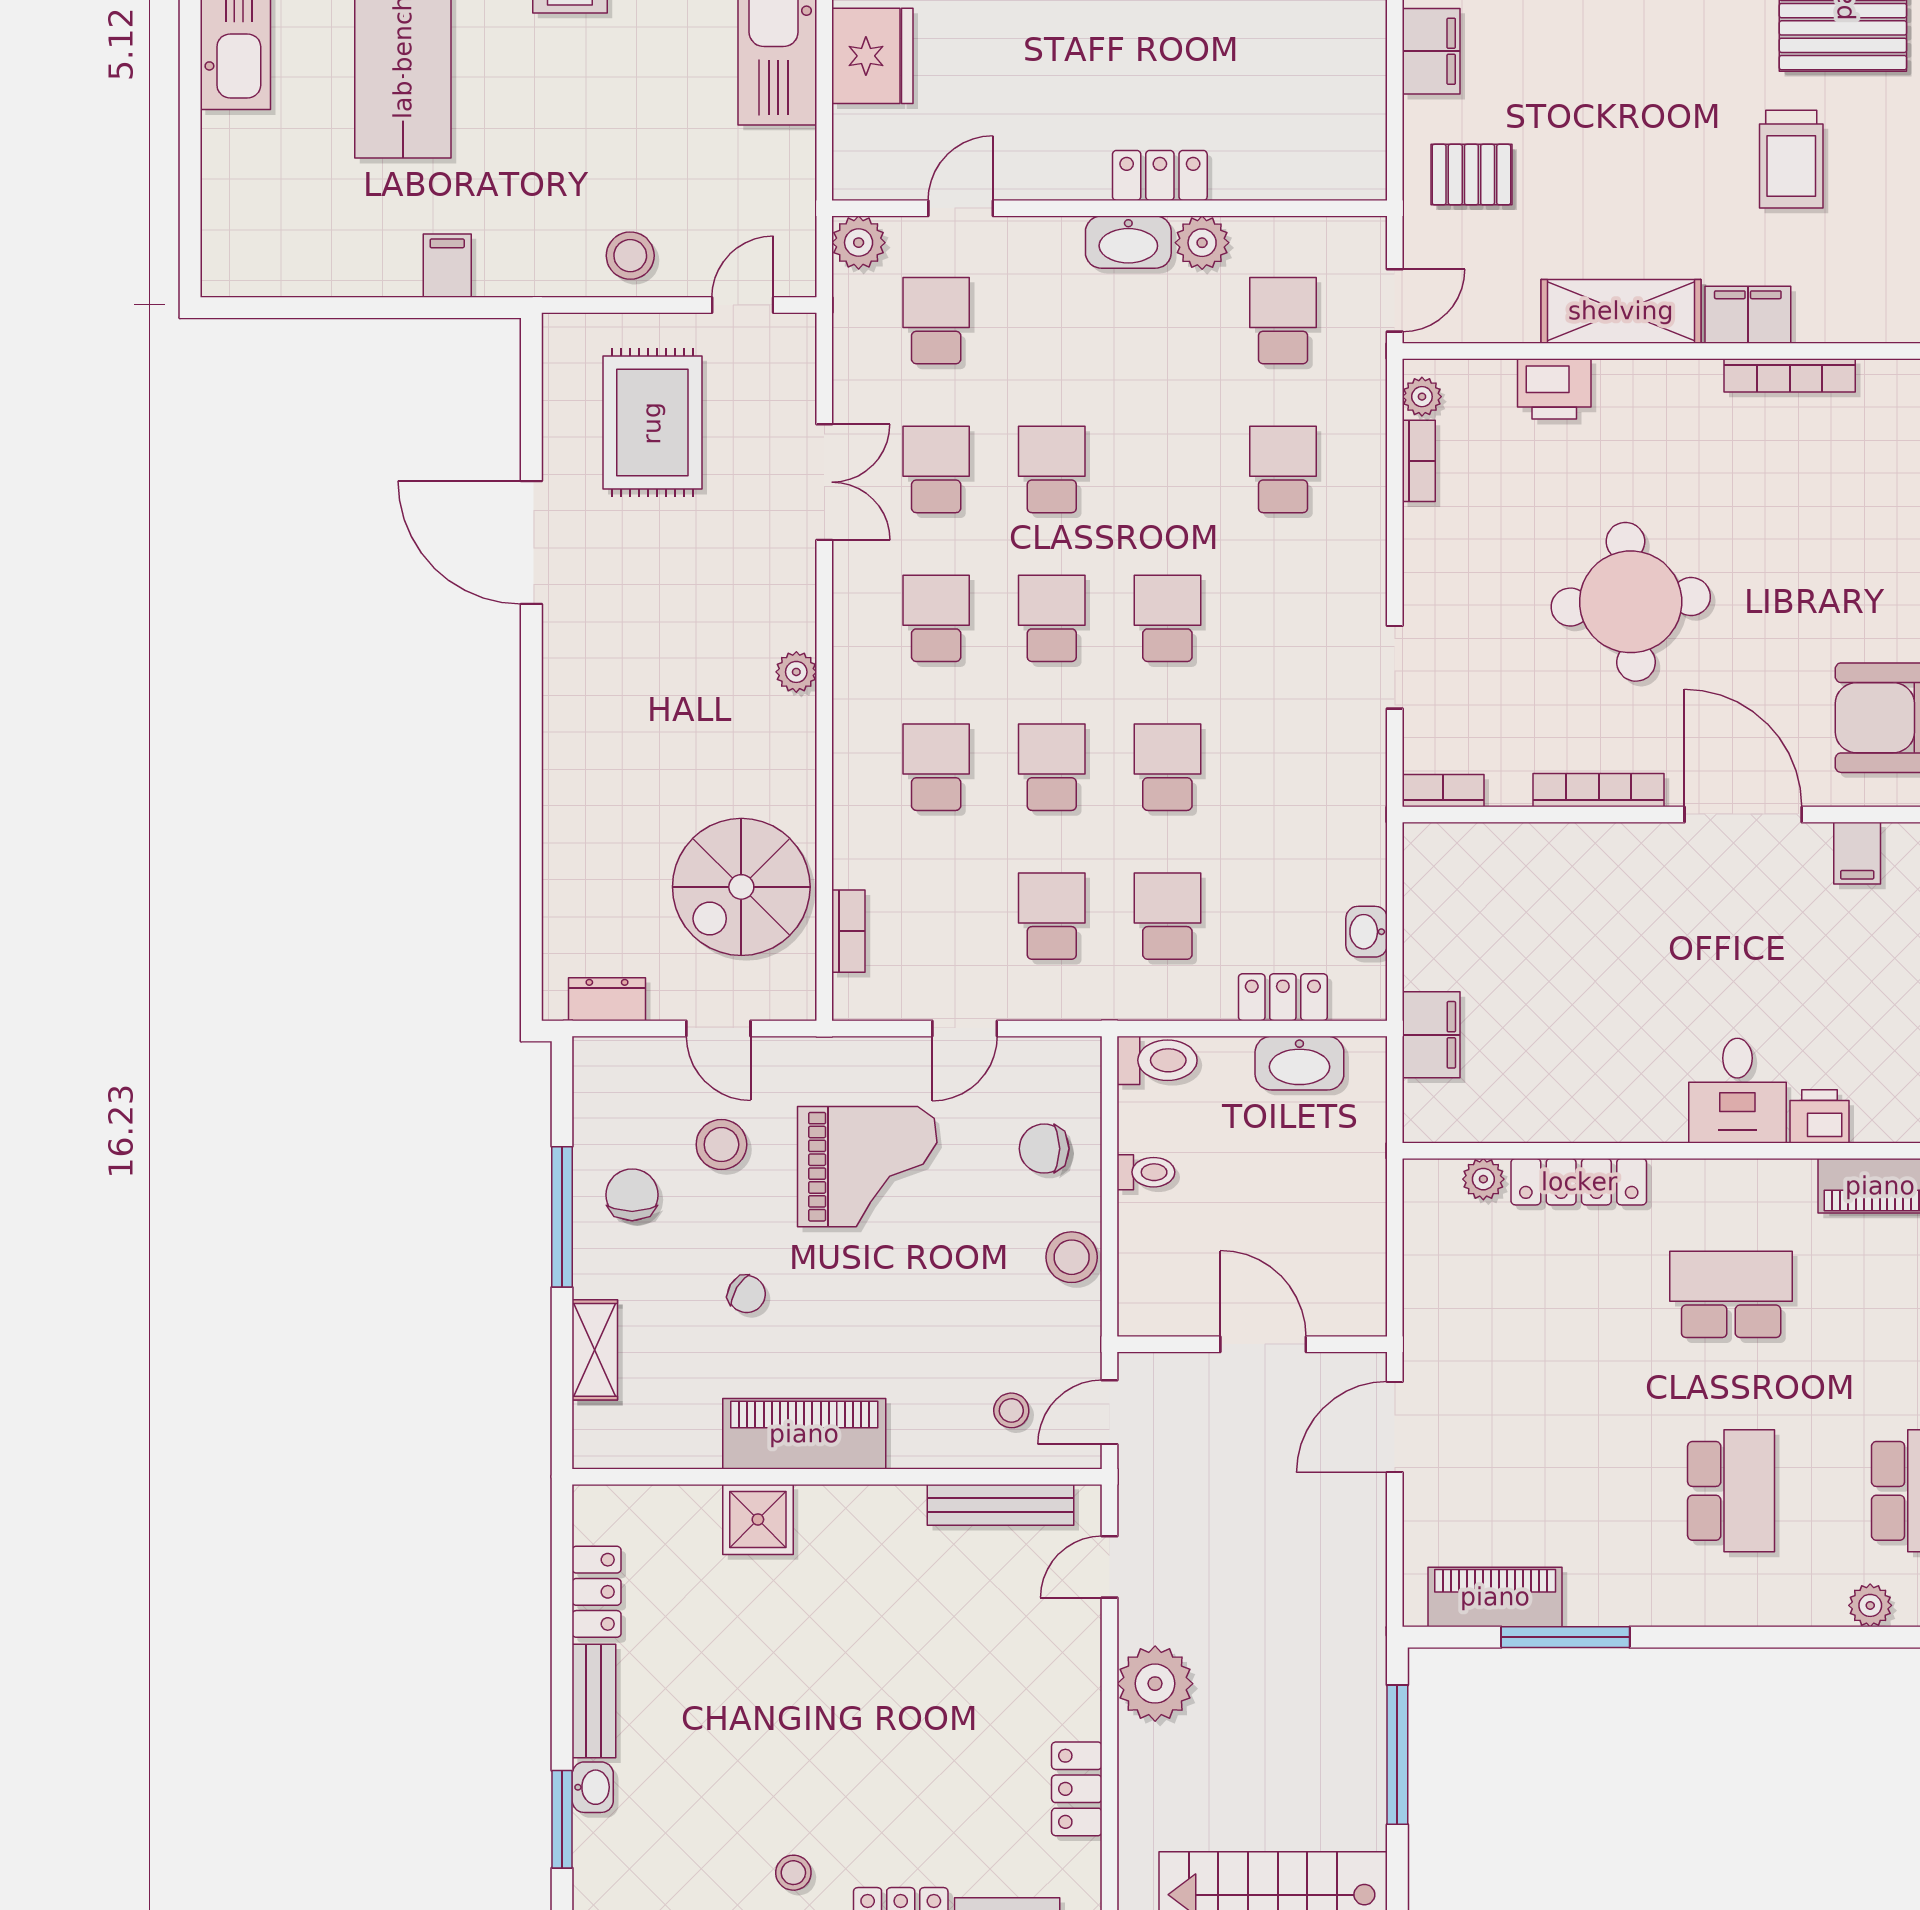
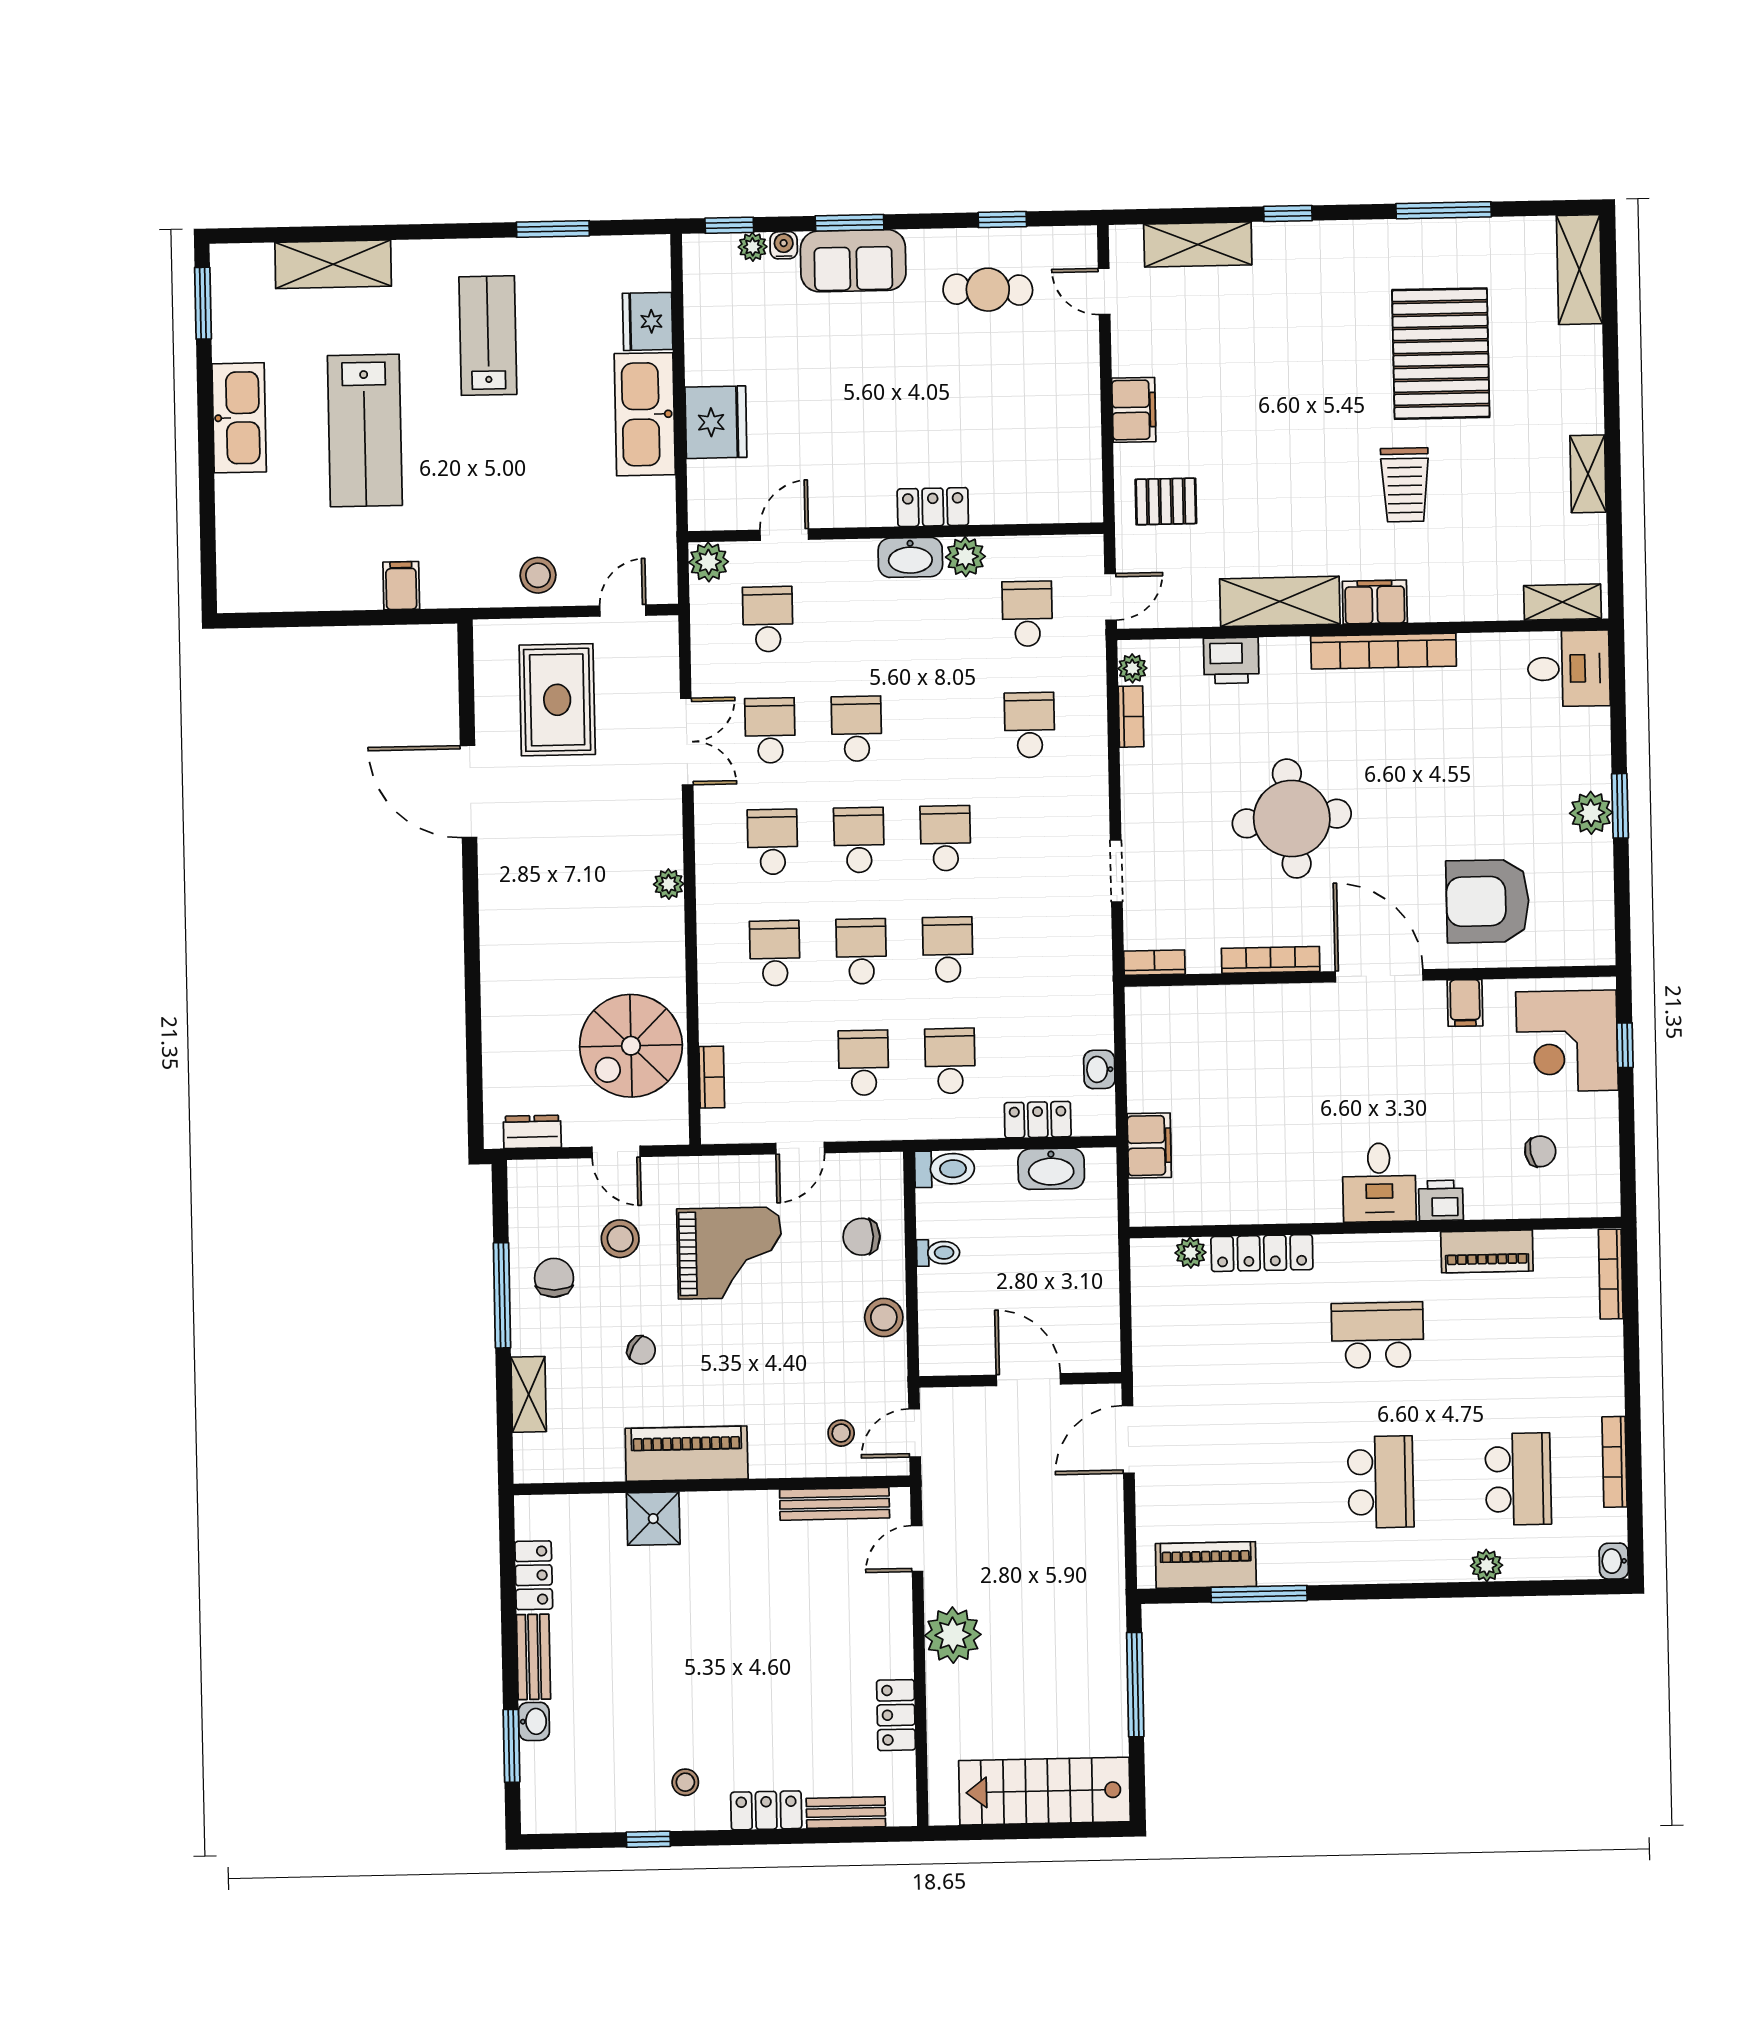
bookcase: (1790, 375) -> (1384, 651), width x1.48, depth x1.31

